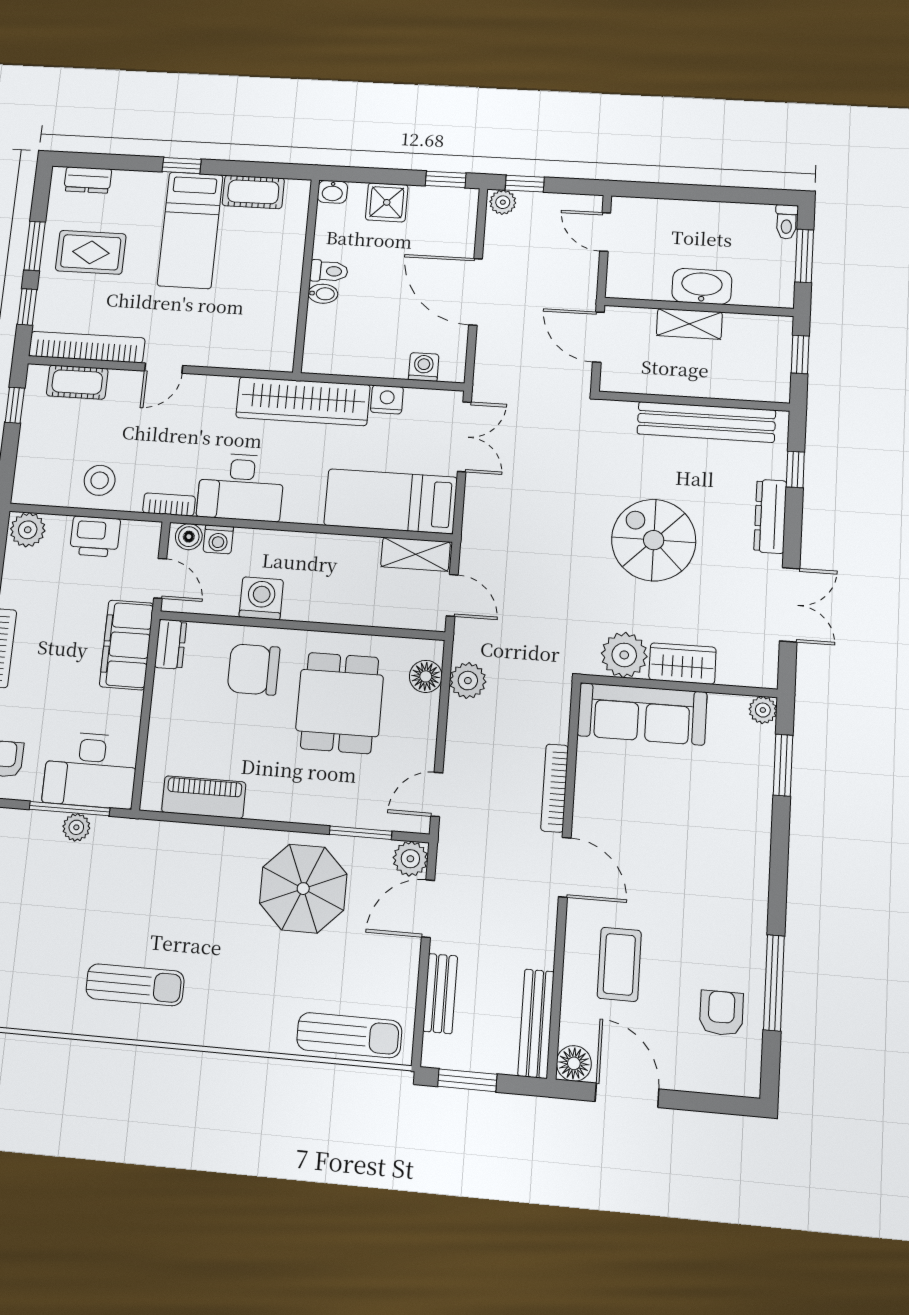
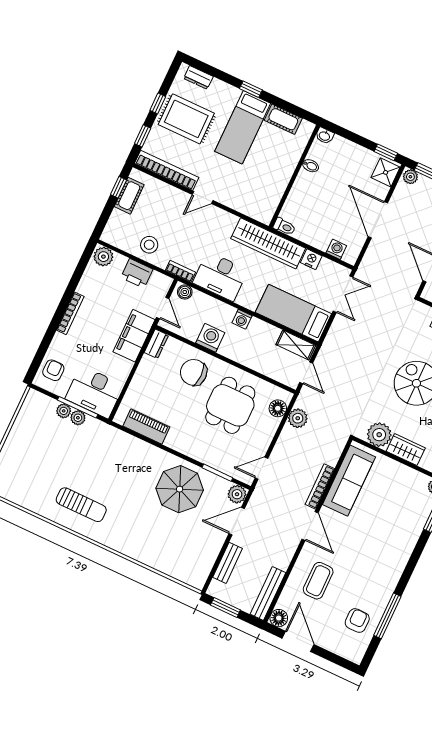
shower: (387, 202) -> (386, 172), moved
window: (35, 246) -> (158, 103), width x0.67
rug: (91, 252) -> (186, 119), width x1.36, depth x1.43
toilet: (329, 271) -> (284, 227), moved
bidet: (323, 294) -> (311, 166), moved
cot: (77, 382) -> (129, 196), moved, turned 90
washing machine: (218, 539) -> (242, 319), moved
sofa: (642, 714) -> (349, 481), moved, turned -90
plant: (47, 825) -> (64, 411), added
sun lounger: (349, 1035) -> (177, 566), removed

